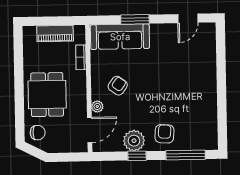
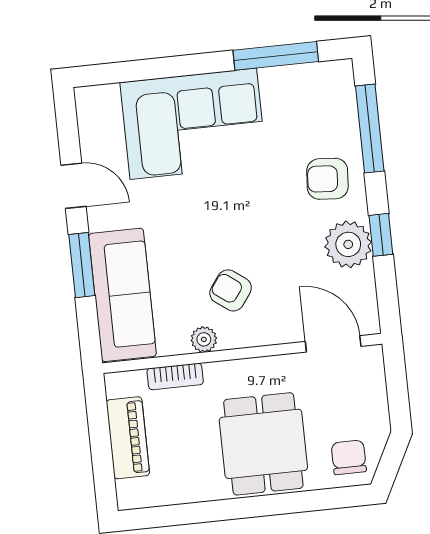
door: (188, 18) -> (73, 186), moved
corner sofa: (195, 75) -> (193, 124), added
dining table: (47, 95) -> (263, 444), turned 90
plant: (97, 106) -> (204, 339), moved
window: (222, 115) -> (276, 56), added

